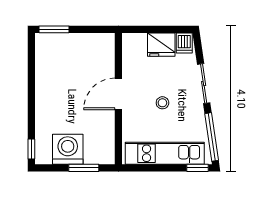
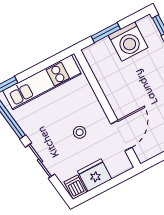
door: (118, 94) -> (121, 136), moved
stool: (162, 103) -> (80, 132), moved

